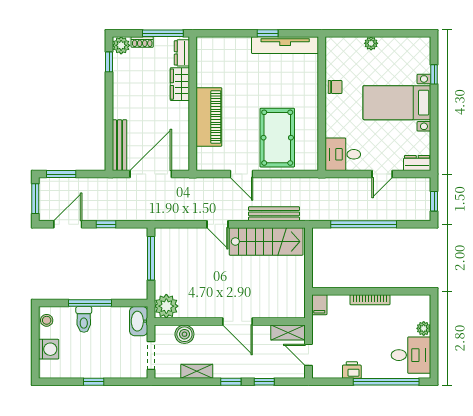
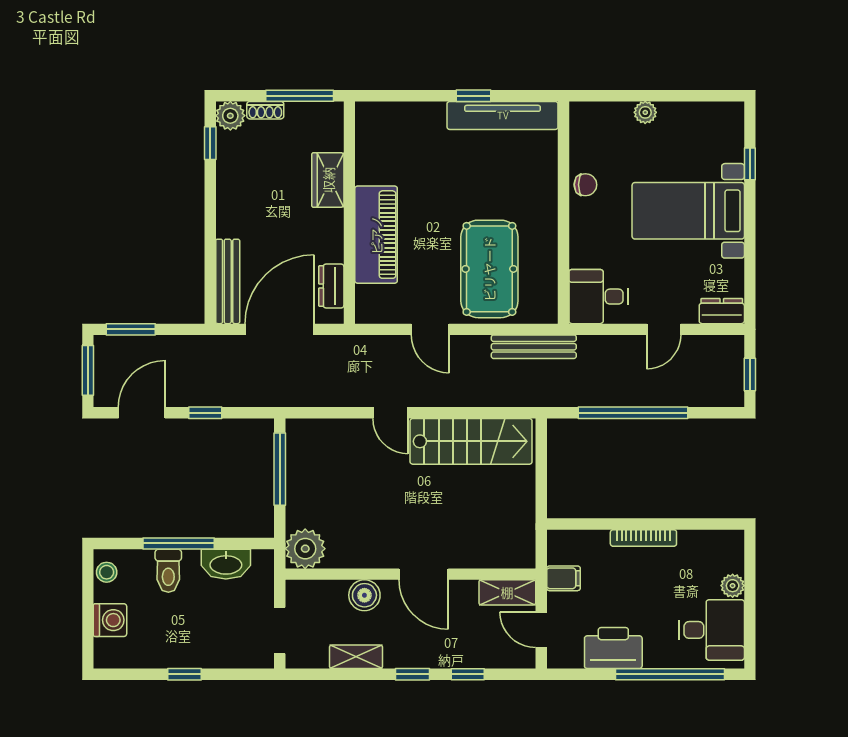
dresser: (182, 53) -> (331, 286), moved
bench: (274, 214) -> (534, 347), moved
filing cabinet: (319, 305) -> (563, 578), moved, turned -90
washbasin: (139, 321) -> (226, 564), moved, turned -90
boiler: (184, 334) -> (364, 595), moved
printer: (352, 370) -> (613, 648), width x1.87, depth x1.48

